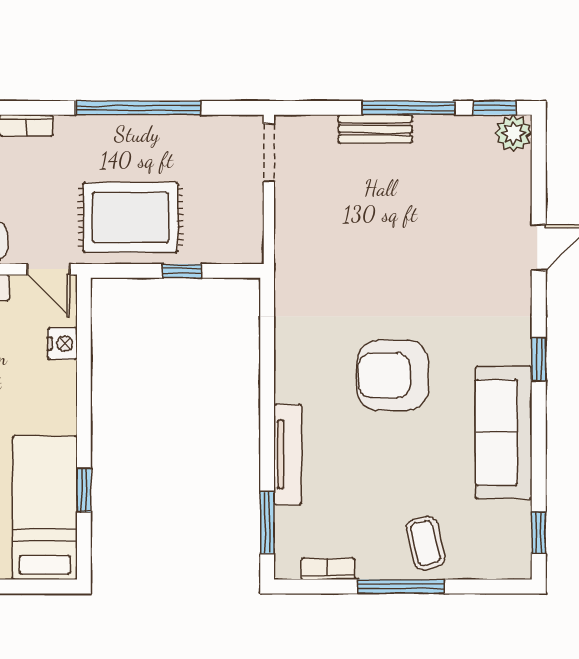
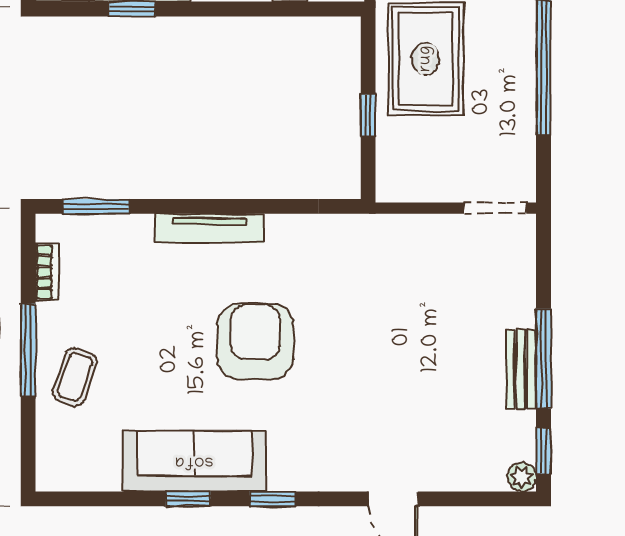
bench: (375, 129) -> (521, 369), moved
plant: (513, 133) -> (522, 477), width x0.73, depth x0.73
tv unit: (288, 454) -> (209, 228), moved
window: (539, 533) -> (188, 499), moved
coffee table: (426, 543) -> (75, 377), turned -57

